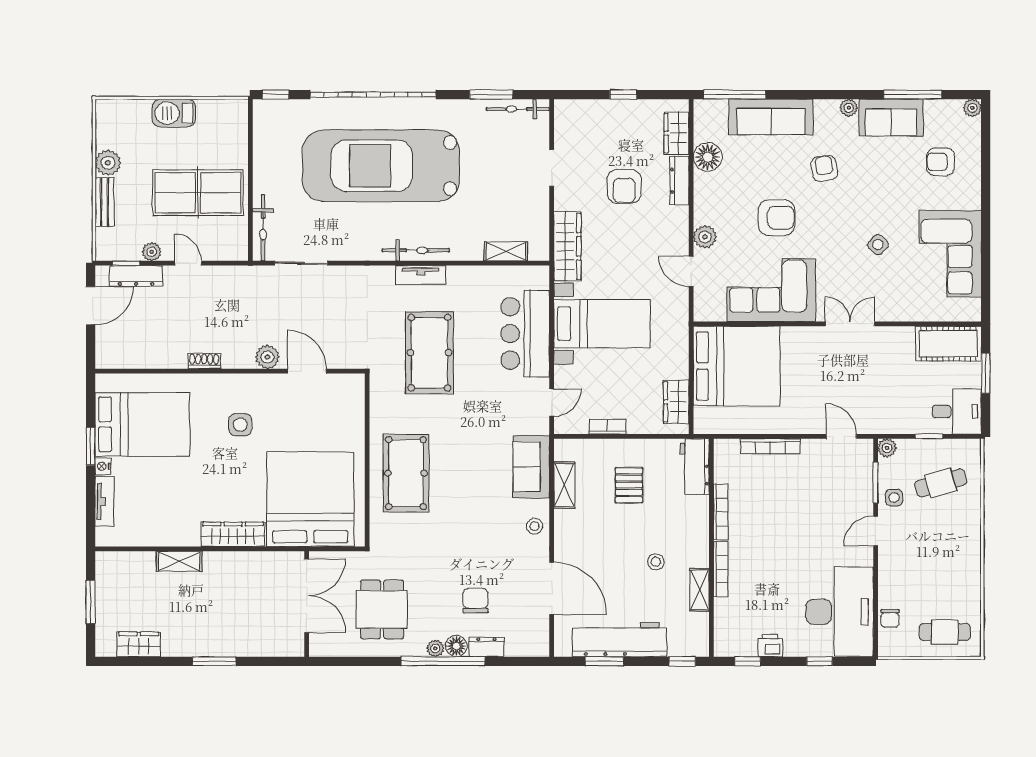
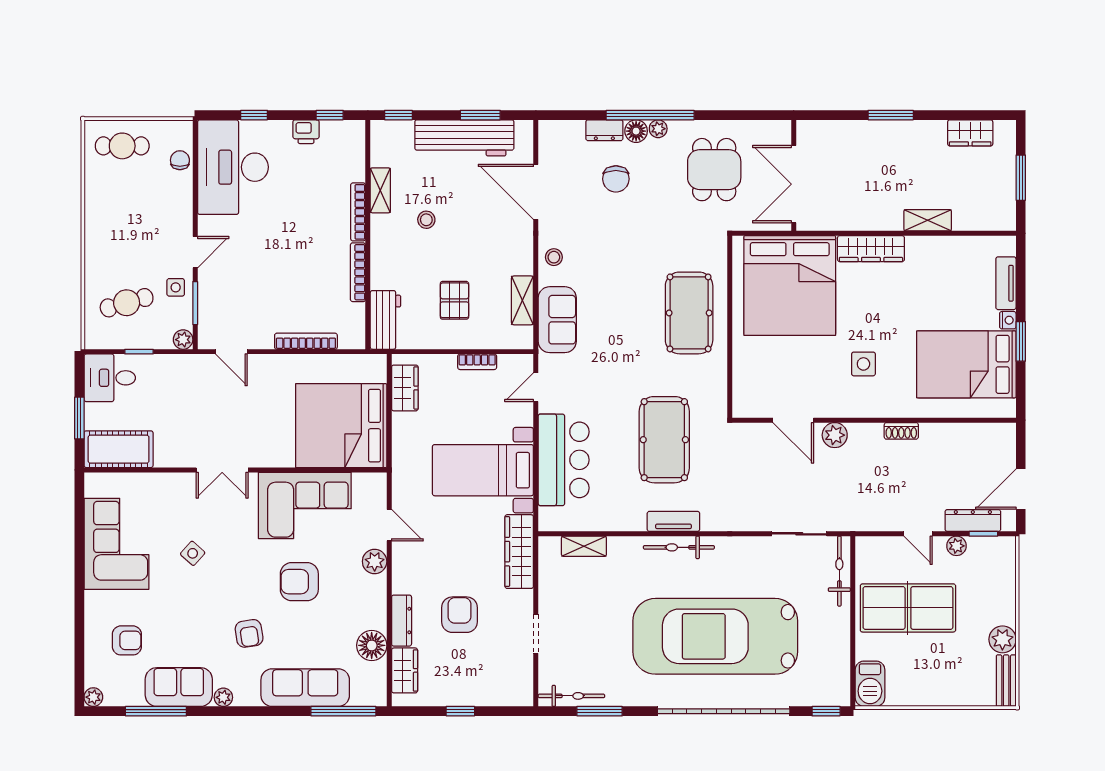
barbecue: (174, 113) -> (870, 684), moved, turned 90
car: (381, 166) -> (715, 636), turned 180
bench: (104, 202) -> (1006, 681), moved

